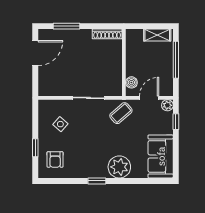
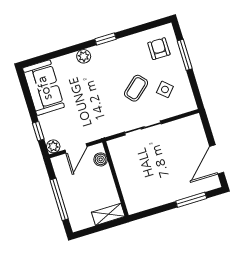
shoe rack: (107, 34) -> (144, 205), removed
shelving: (157, 35) -> (108, 214), moved
coffee table: (121, 113) -> (136, 88), moved
window: (35, 148) -> (185, 55), width x1.50
plant: (119, 167) -> (84, 56), width x0.53, depth x0.53

